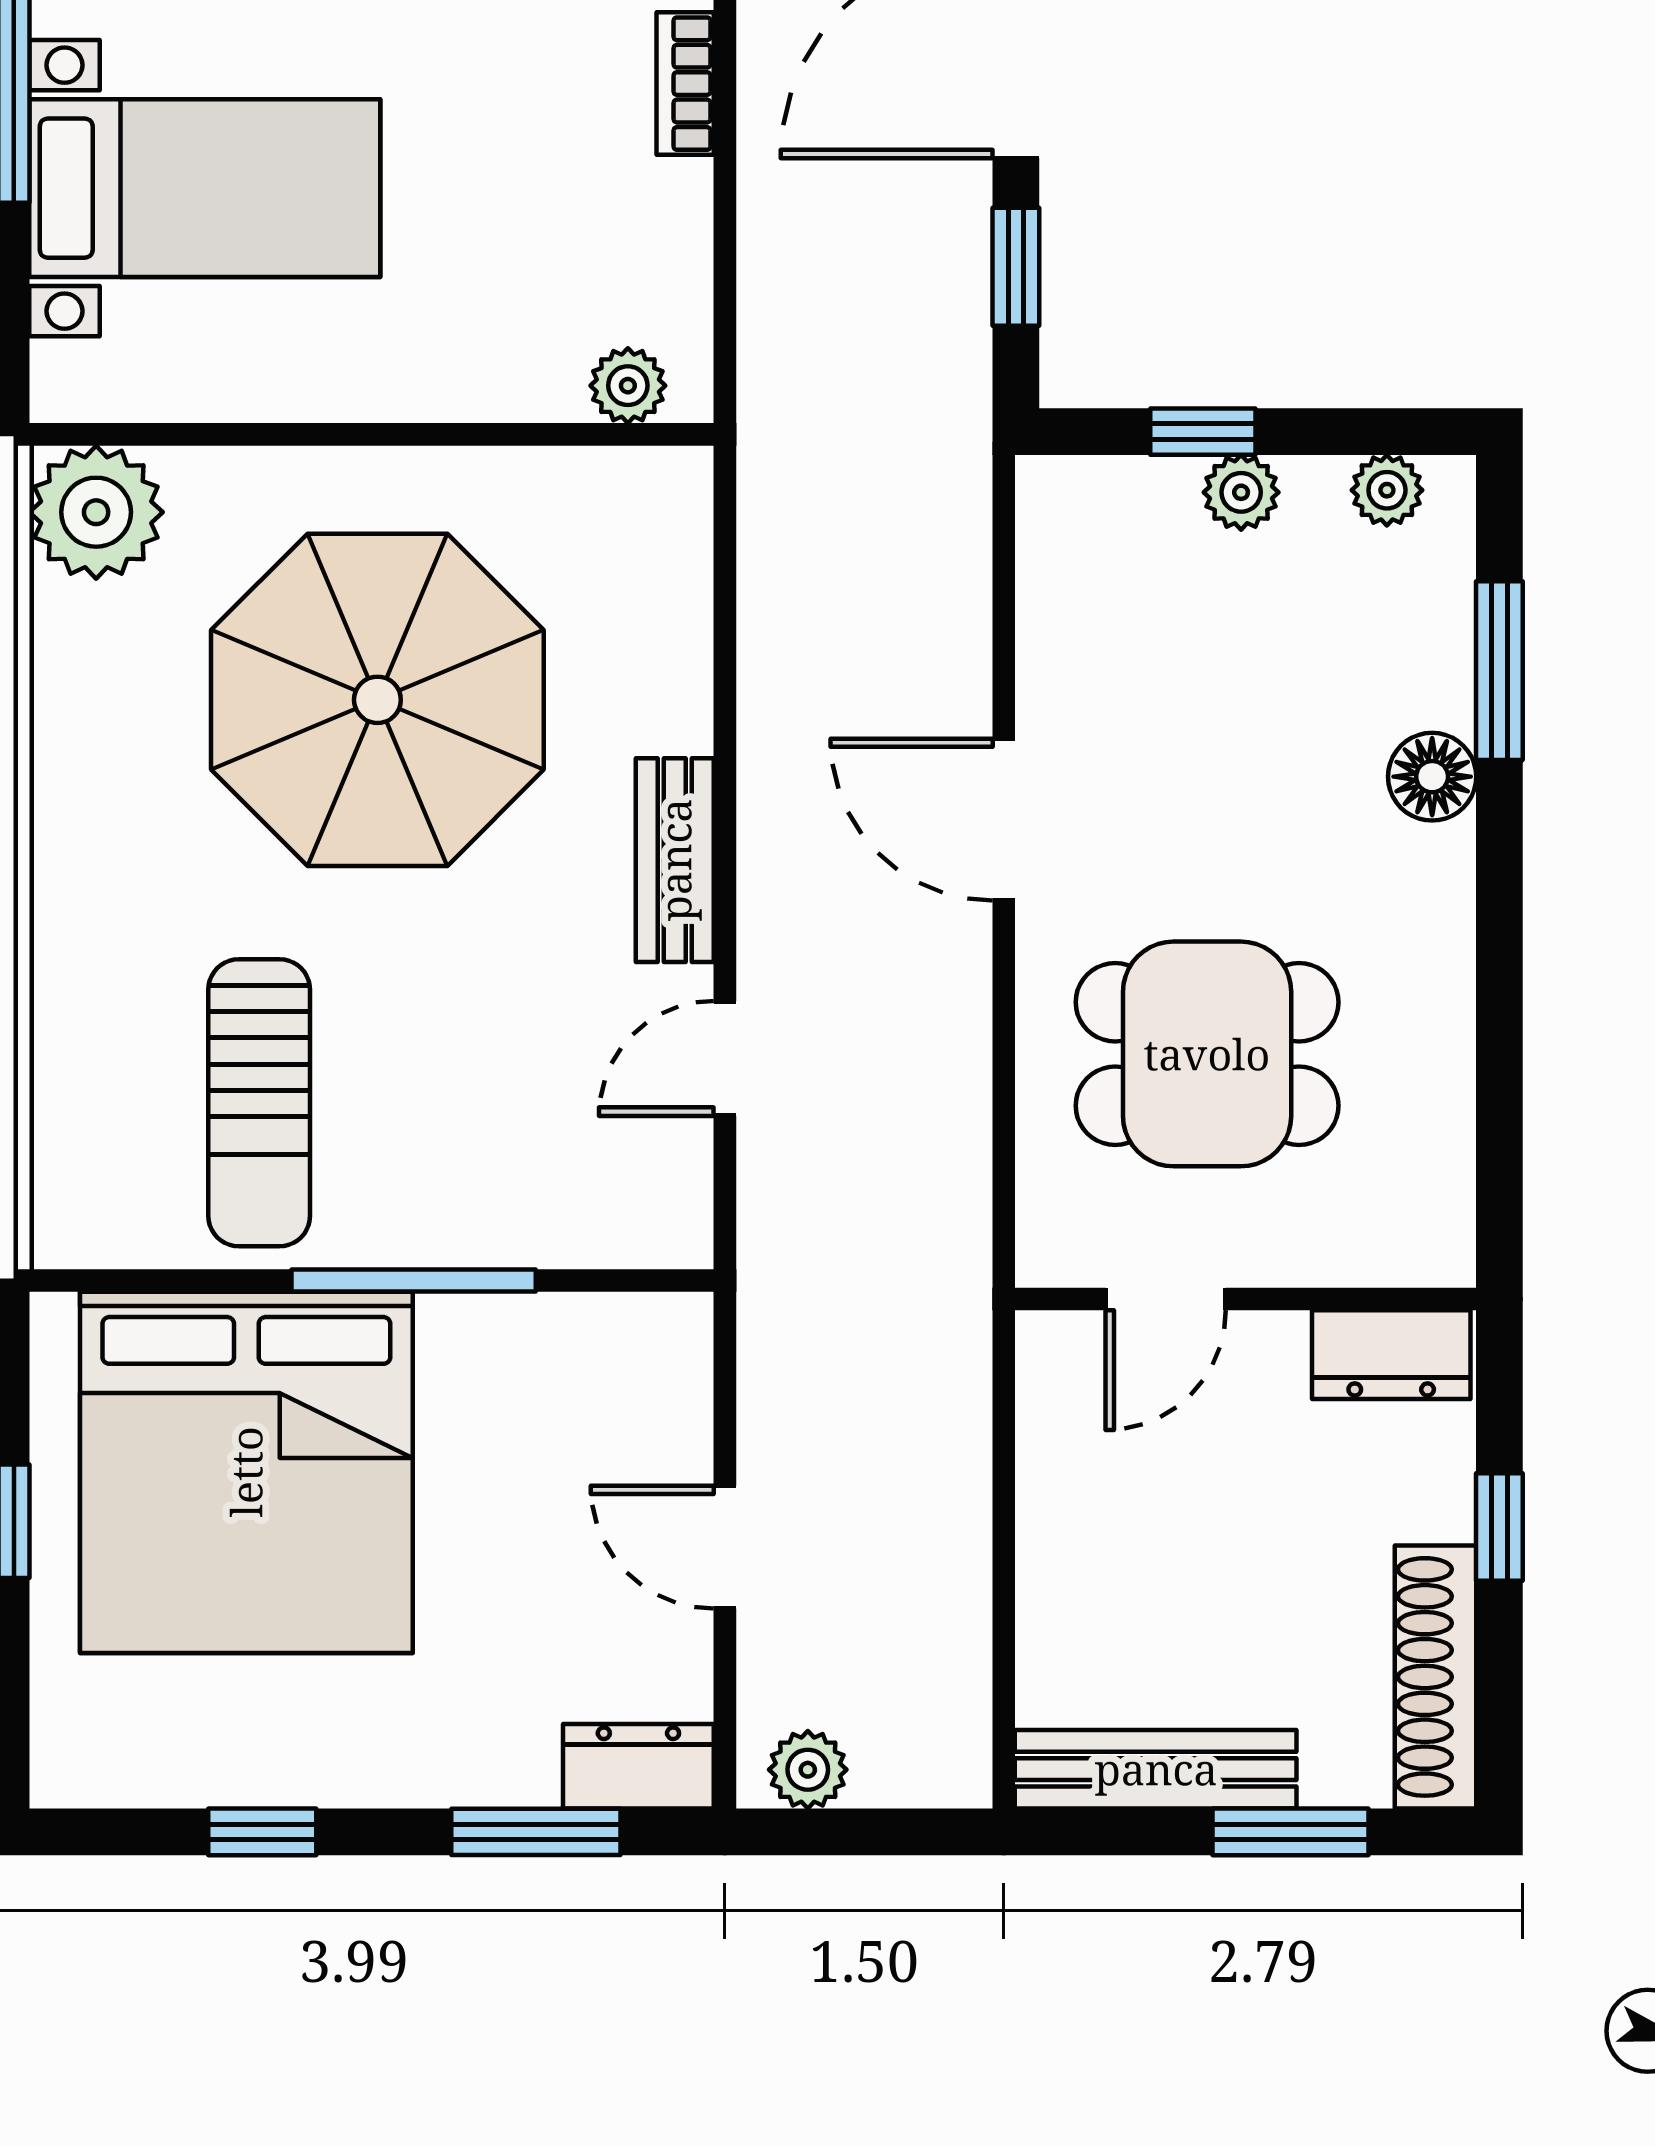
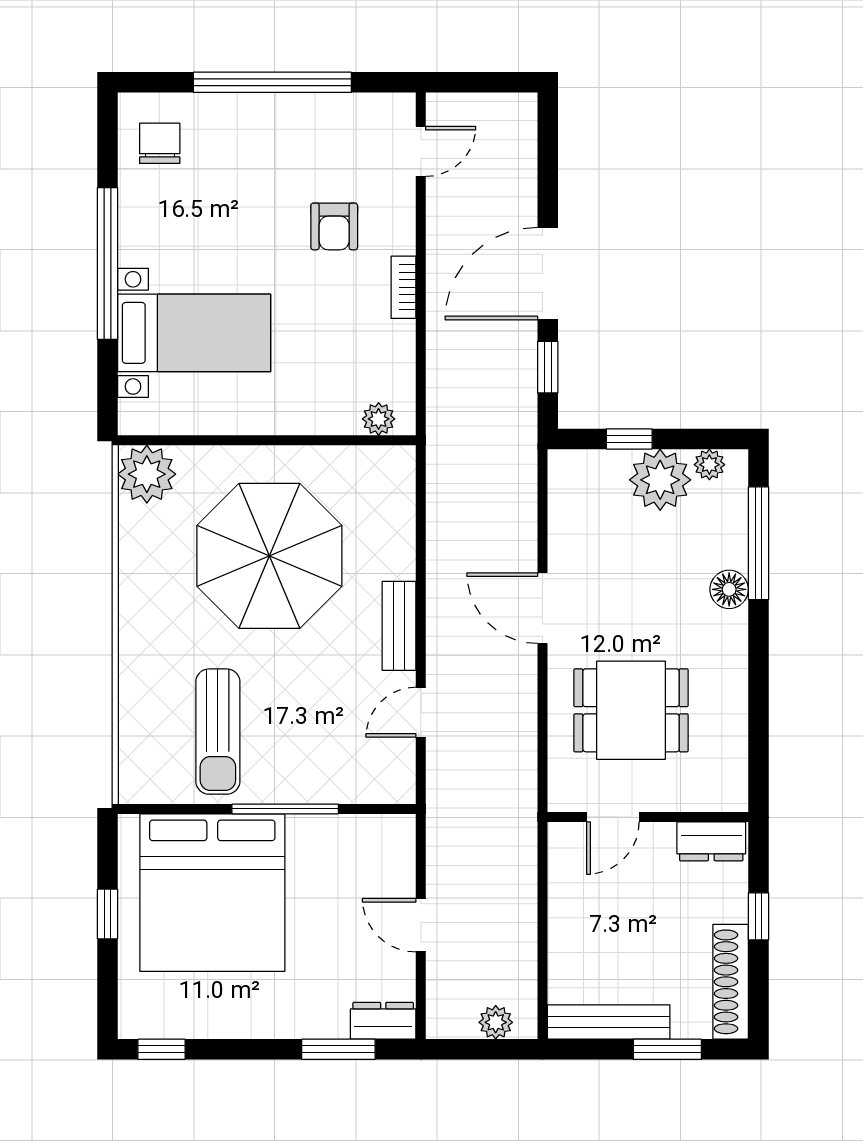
plant: (1241, 492) -> (660, 480), width x1.88, depth x1.88
window: (1499, 671) -> (758, 543), width x1.44
plant: (808, 1770) -> (496, 1022), moved
window: (262, 1832) -> (162, 1049), moved

